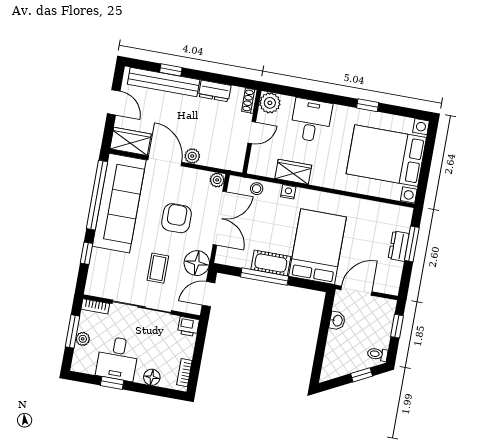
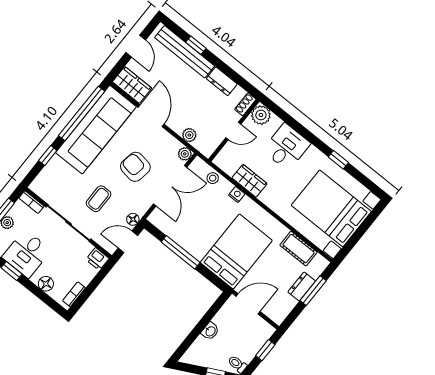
plant: (192, 156) -> (189, 135), moved
armchair: (177, 218) -> (135, 167), turned -81
floor lamp: (197, 263) -> (133, 219), width x0.53, depth x0.53
cot: (271, 263) -> (299, 249), moved
washbasin: (337, 321) -> (210, 331), moved

